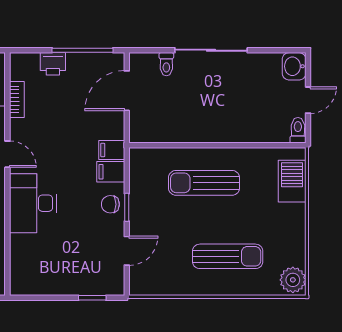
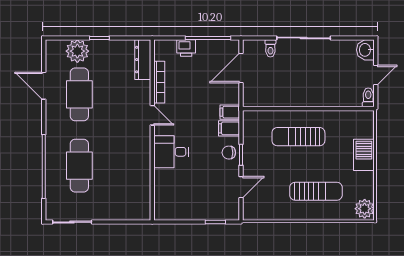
bookcase: (17, 100) -> (159, 82), width x1.56
barbecue: (292, 181) -> (364, 155), moved
desk: (33, 203) -> (171, 152), width x0.73

